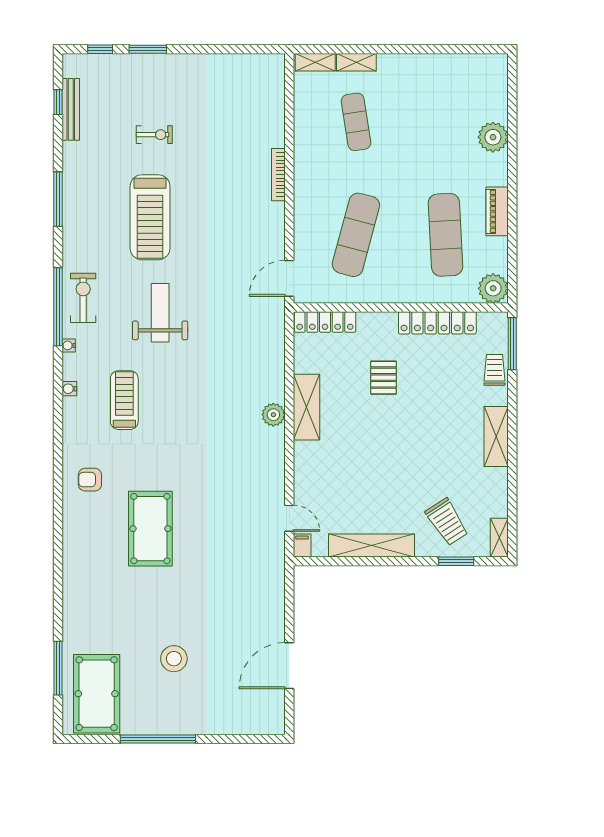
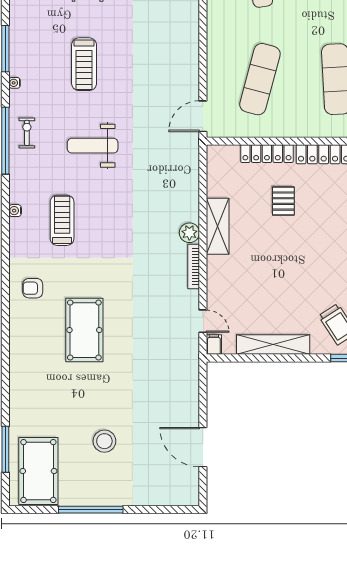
bookcase: (278, 175) -> (194, 267), moved
treadmill: (150, 217) -> (84, 64), width x0.73, depth x0.73
exercise bike: (83, 298) -> (27, 133), width x0.73, depth x0.72
weight bench: (160, 313) -> (93, 146), turned -90
locker: (325, 322) -> (267, 154), moved
water cooler: (69, 345) -> (15, 83), moved
door: (289, 666) -> (203, 447), hinge flipped

